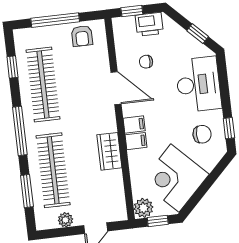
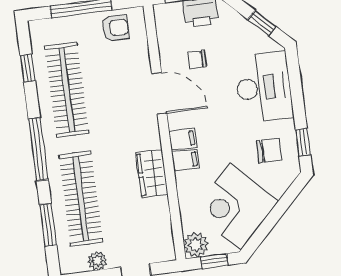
armchair: (82, 36) -> (115, 28), turned -90

